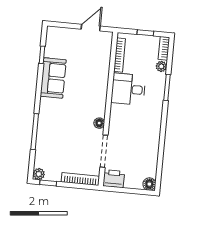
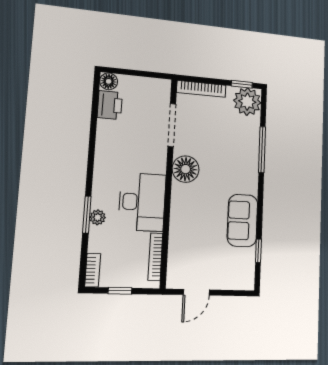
plant: (161, 66) -> (98, 217), moved
desk: (128, 89) -> (142, 202), width x1.37
floor lamp: (99, 123) -> (186, 169), width x1.89, depth x1.89
plant: (39, 174) -> (247, 102), width x1.88, depth x1.88
printer: (114, 179) -> (110, 105), moved, turned -90

